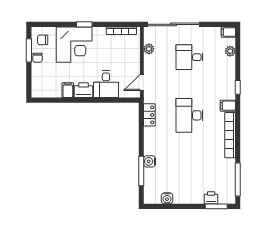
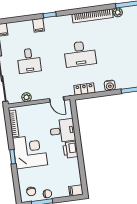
corner desk: (74, 45) -> (30, 152), moved
plant: (230, 51) -> (118, 12), moved
filing cabinet: (68, 90) -> (76, 190), moved
filing cabinet: (228, 106) -> (39, 25), moved
water cooler: (150, 161) -> (110, 85), moved

